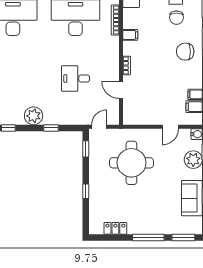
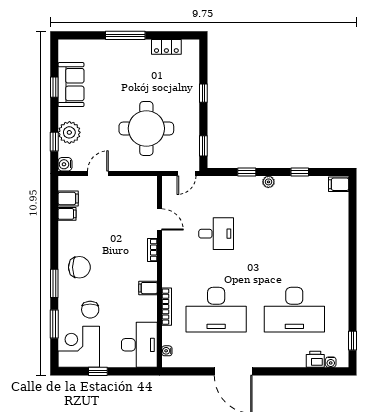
chair: (177, 18) -> (90, 310), turned 180
plant: (34, 116) -> (268, 182), width x0.53, depth x0.53
window: (183, 237) -> (82, 35), removed

